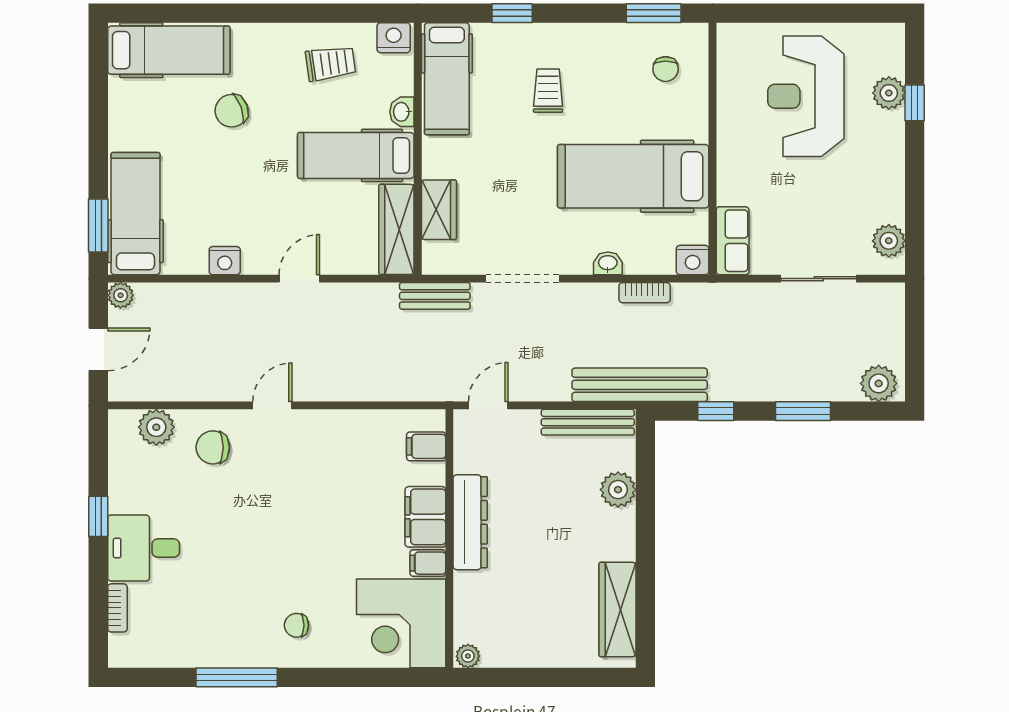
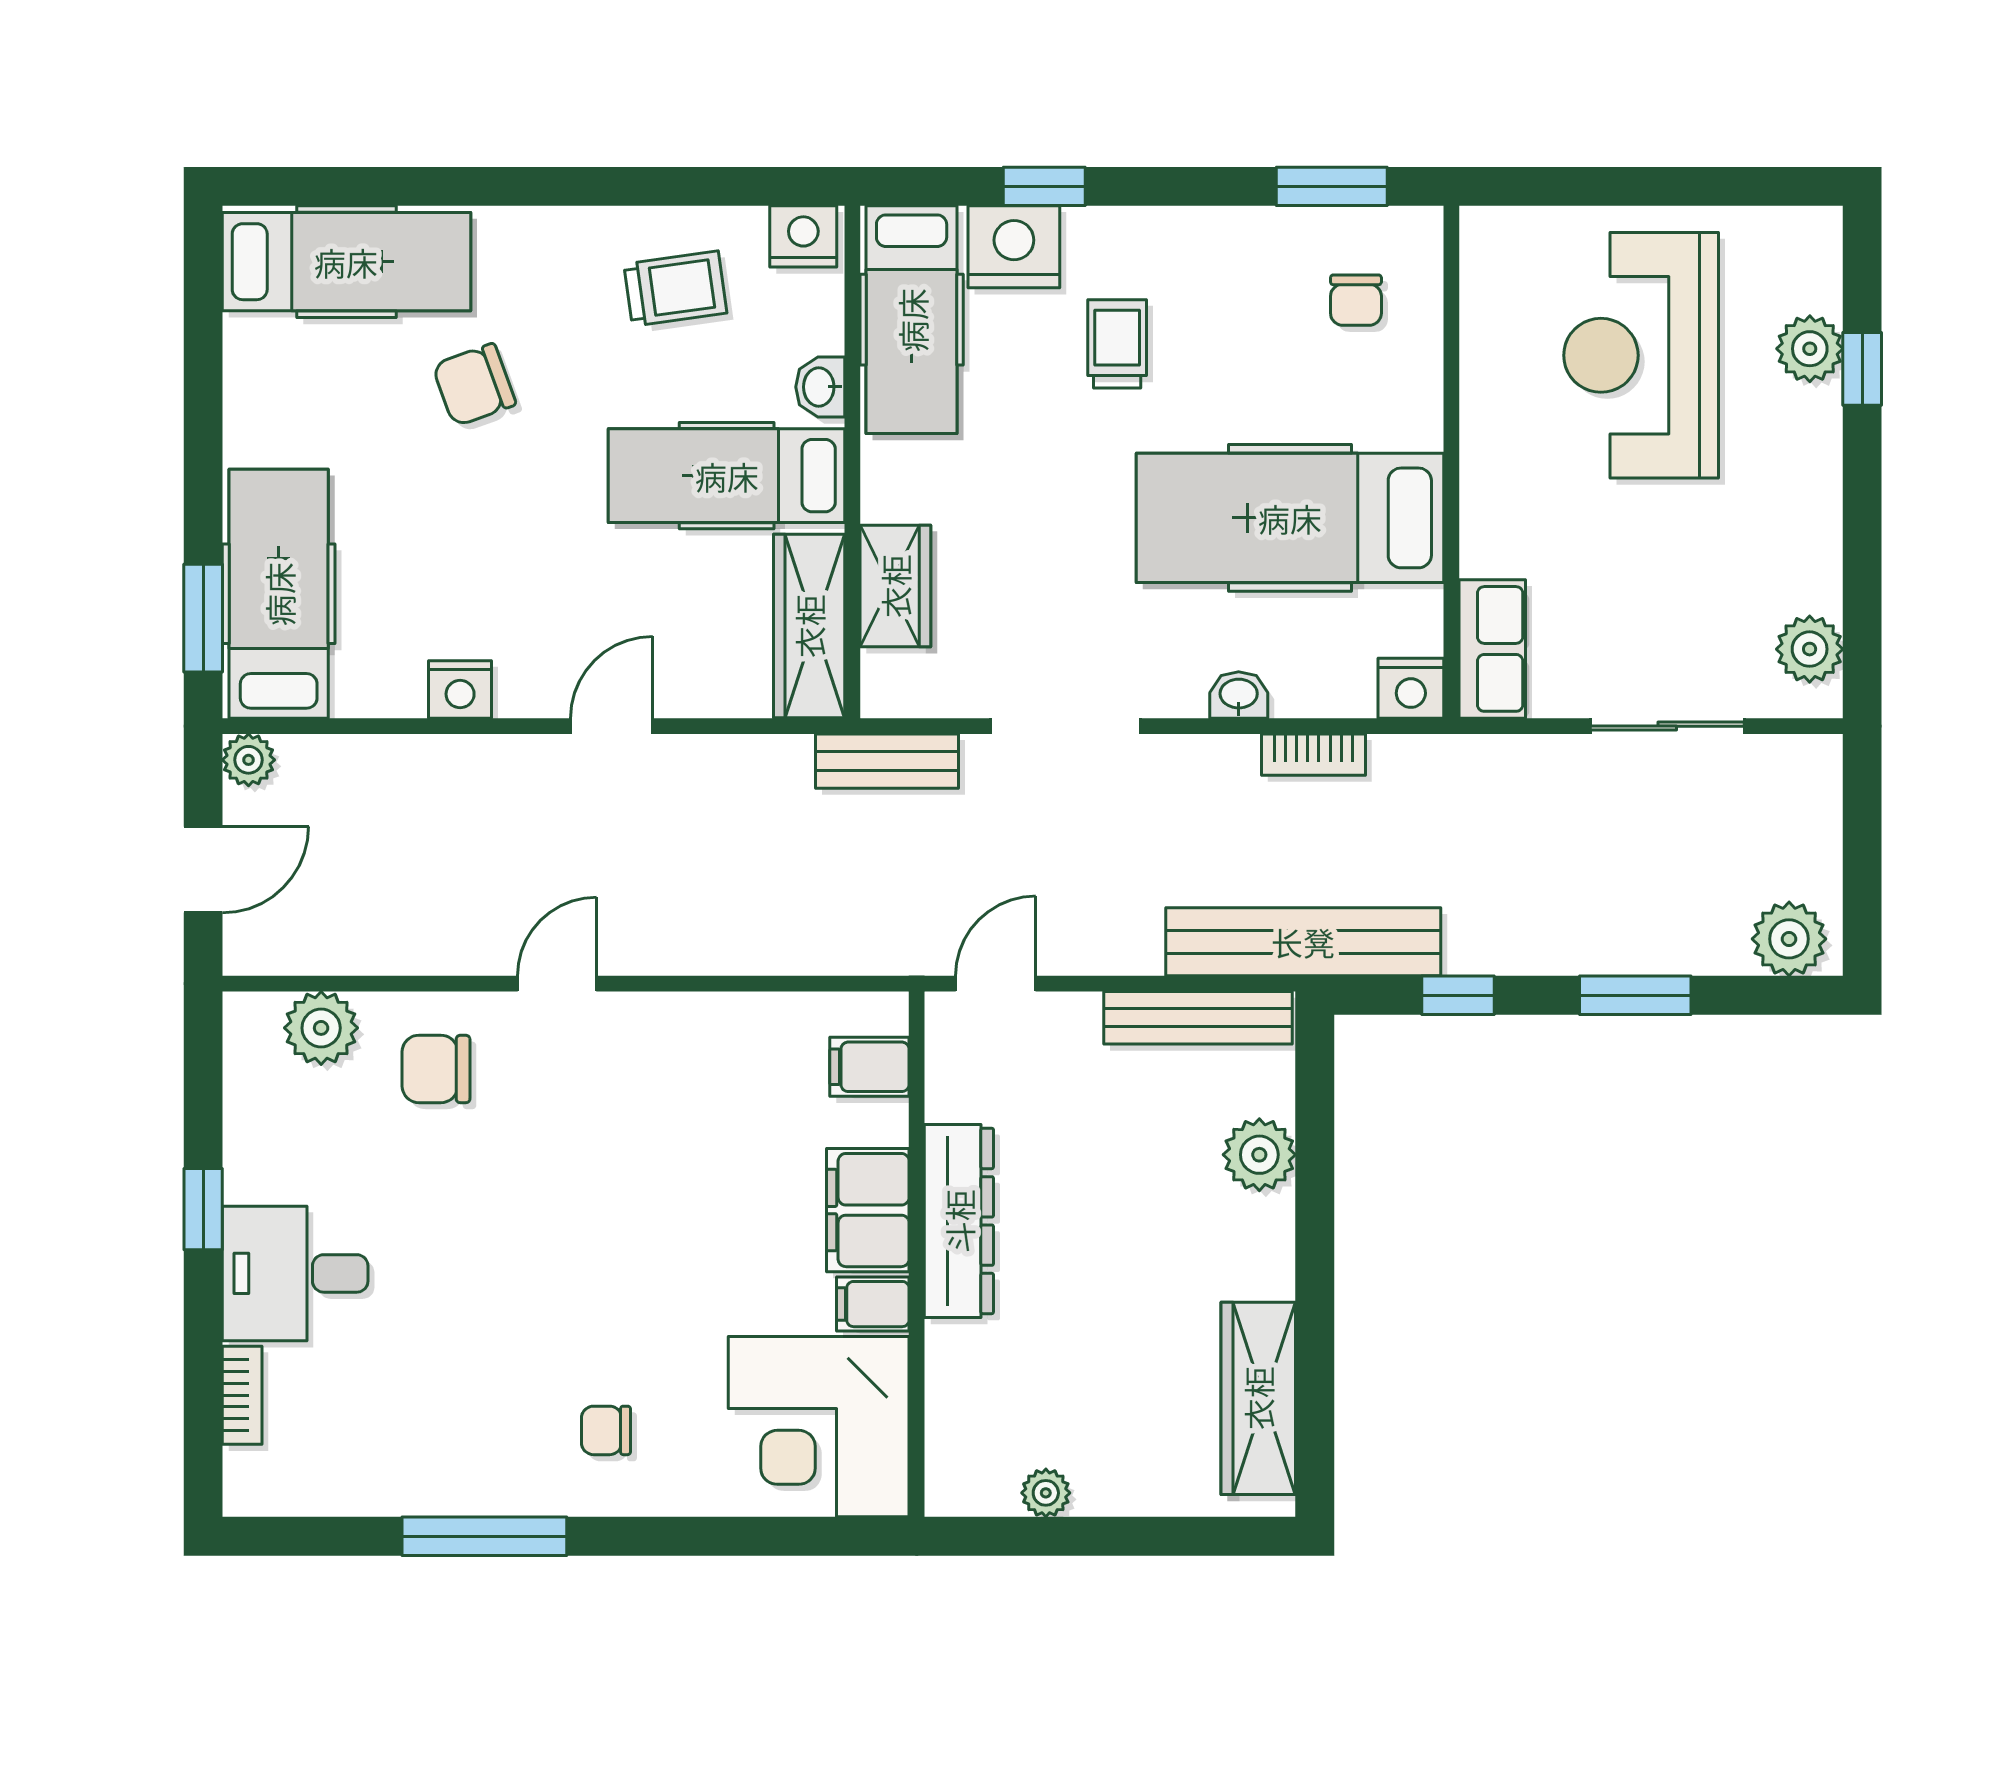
nightstand: (497, 43) -> (1014, 247), added
plant: (468, 656) -> (1046, 1493), moved

